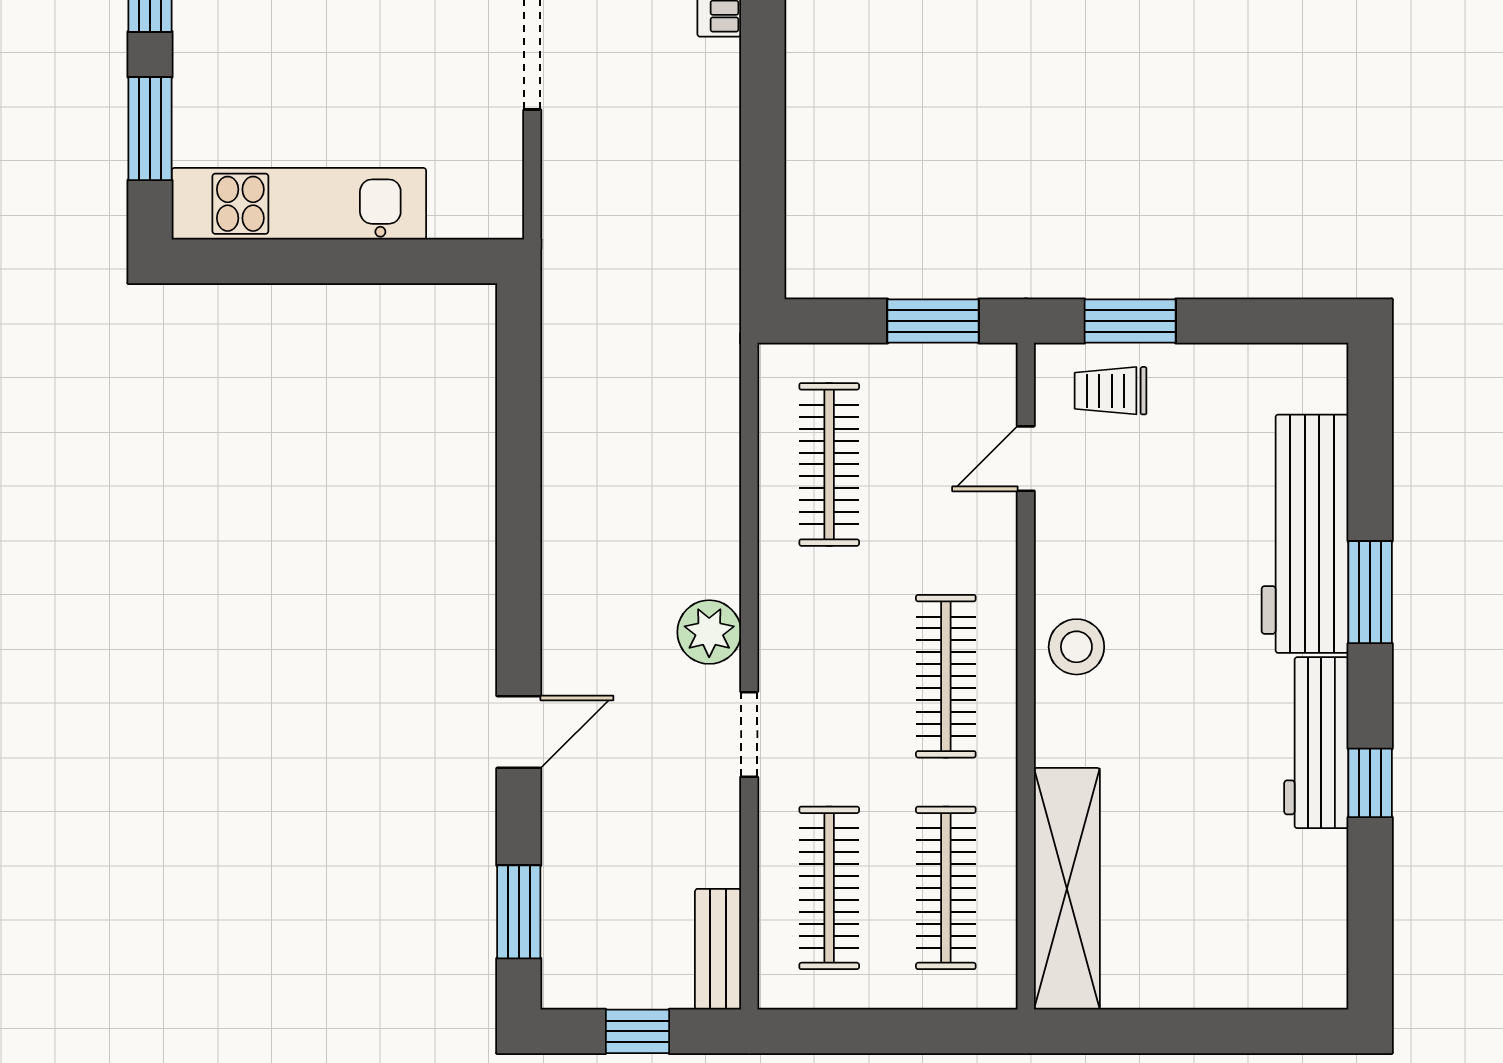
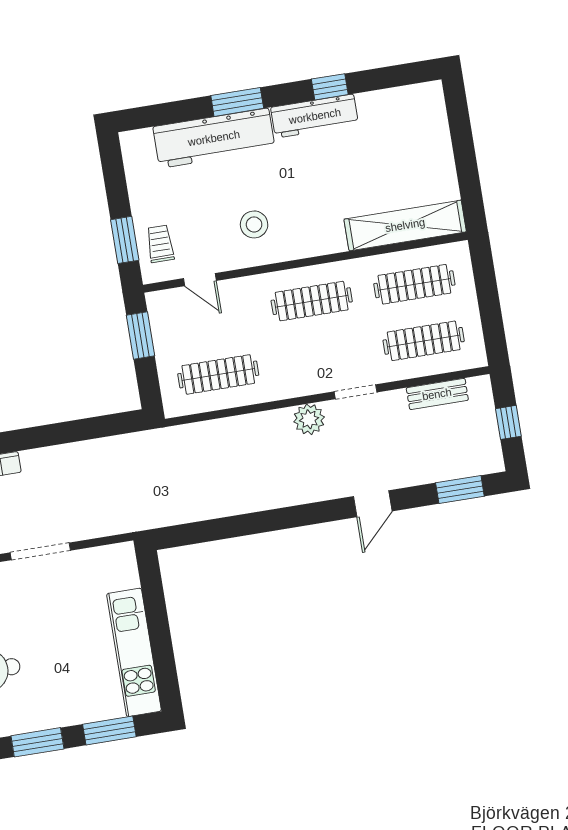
trolley: (1111, 391) -> (160, 244), turned 180
stool: (1076, 647) -> (254, 224), moved
door: (519, 732) -> (373, 504), swing flipped
bench: (718, 949) -> (437, 394), moved

